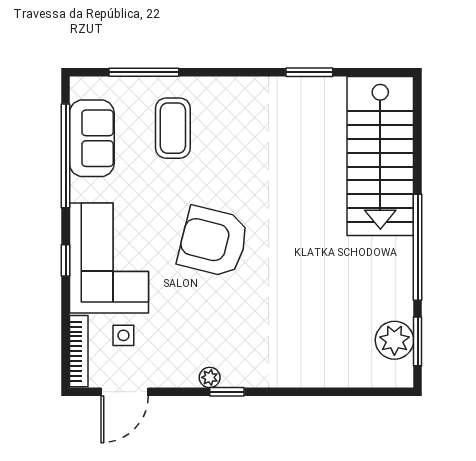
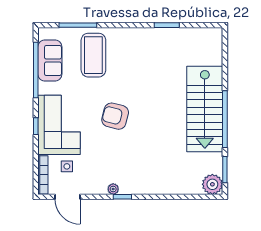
coffee table: (173, 128) -> (93, 55), width x1.36, depth x1.32
stairs: (380, 156) -> (205, 109), moved
armchair: (213, 242) -> (115, 116), width x0.73, depth x0.73
plant: (394, 340) -> (212, 184), moved
door: (125, 392) -> (68, 197), hinge flipped

